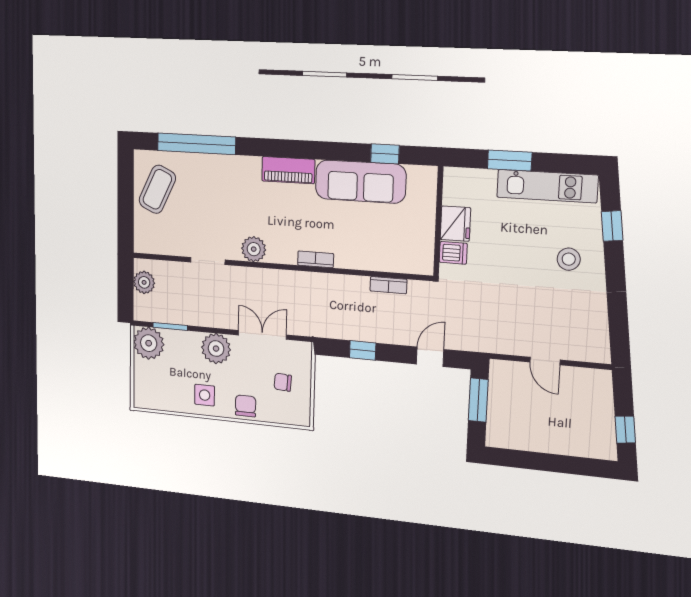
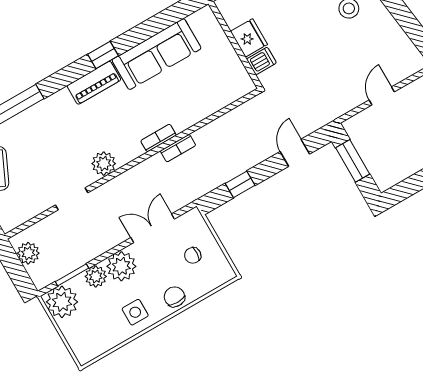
window: (385, 154) -> (103, 55), moved
bookcase: (388, 285) -> (178, 148), moved
plant: (189, 342) -> (96, 276), added
door: (545, 361) -> (382, 96), swing flipped

